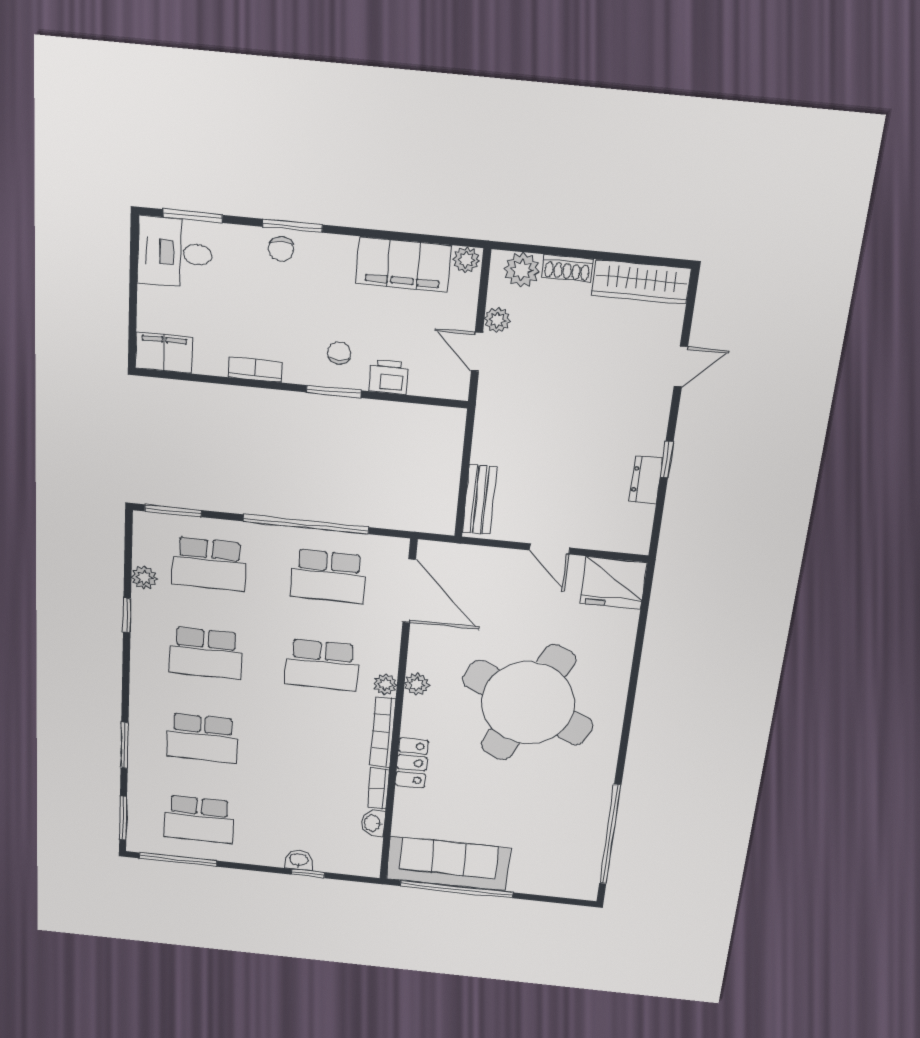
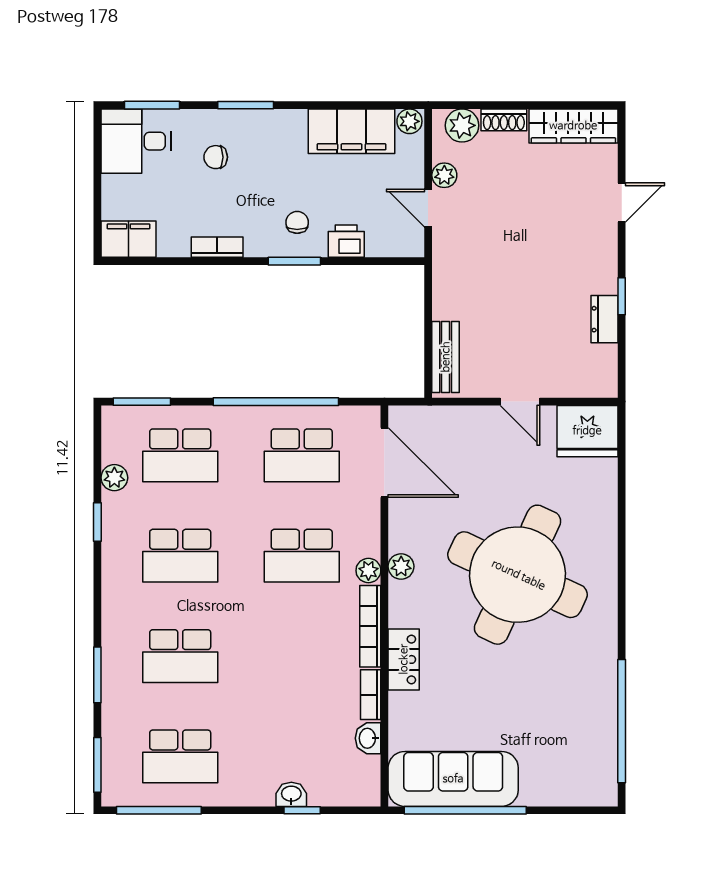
chair: (281, 249) -> (216, 157), moved, turned 90

